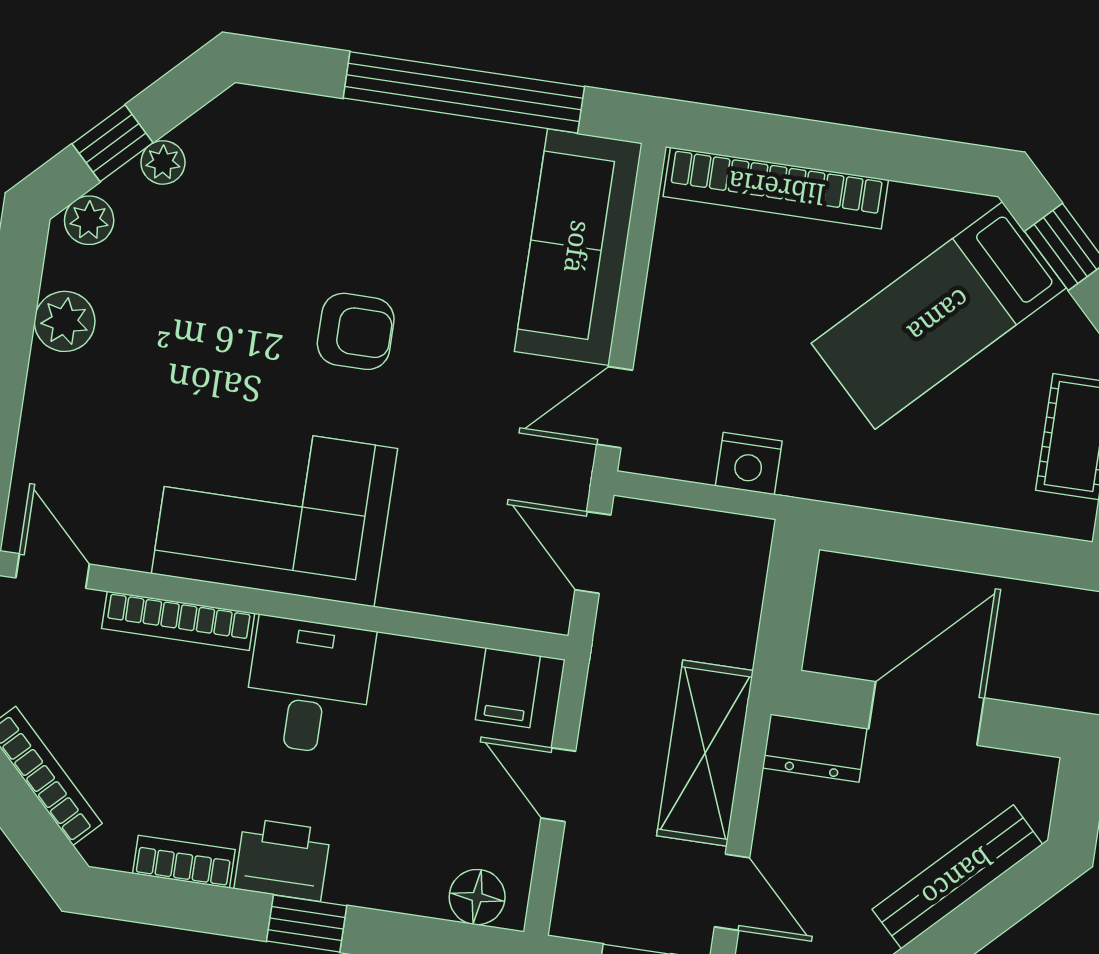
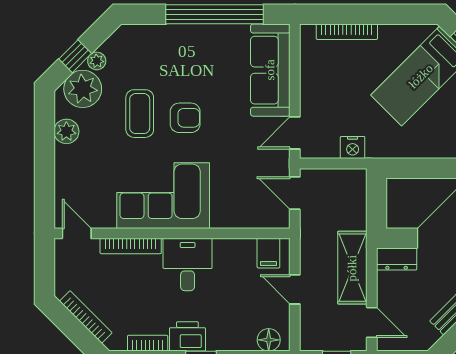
bookcase: (776, 188) -> (347, 32), width x0.68, depth x0.76
plant: (89, 220) -> (83, 89), width x1.88, depth x1.88
coffee table: (248, 305) -> (140, 114), added

